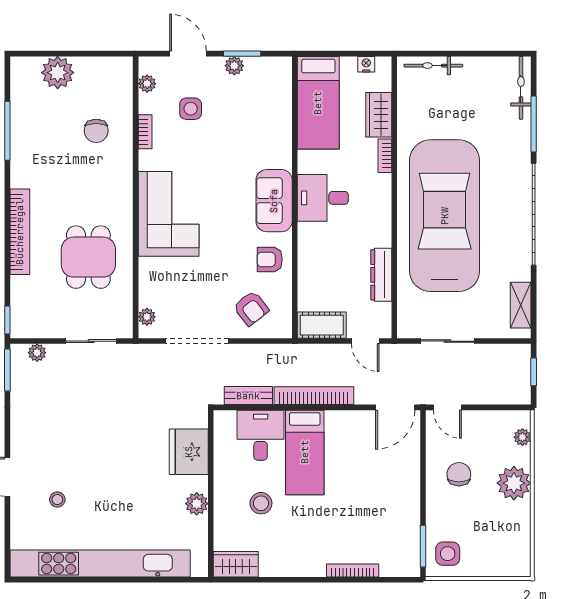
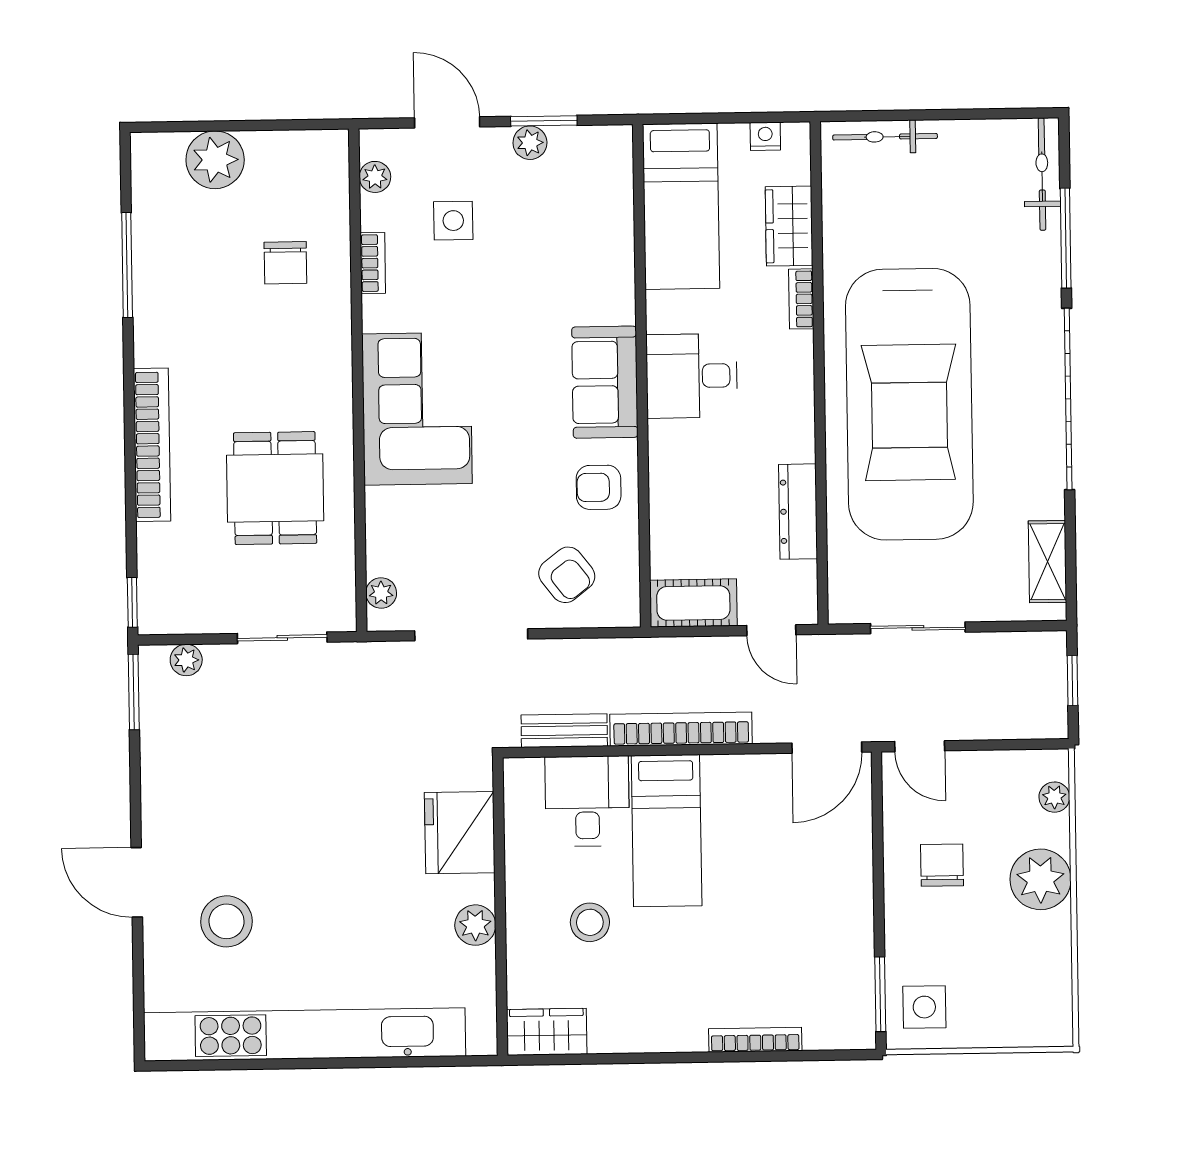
car: (445, 216) -> (909, 404), turned 180
stool: (57, 500) -> (227, 921), width x1.89, depth x1.89

